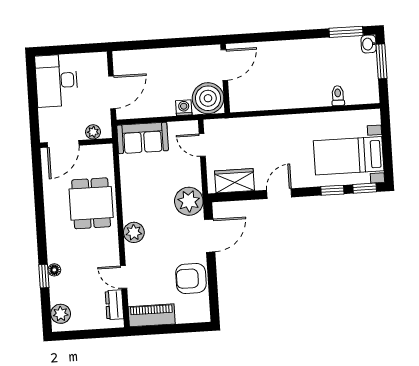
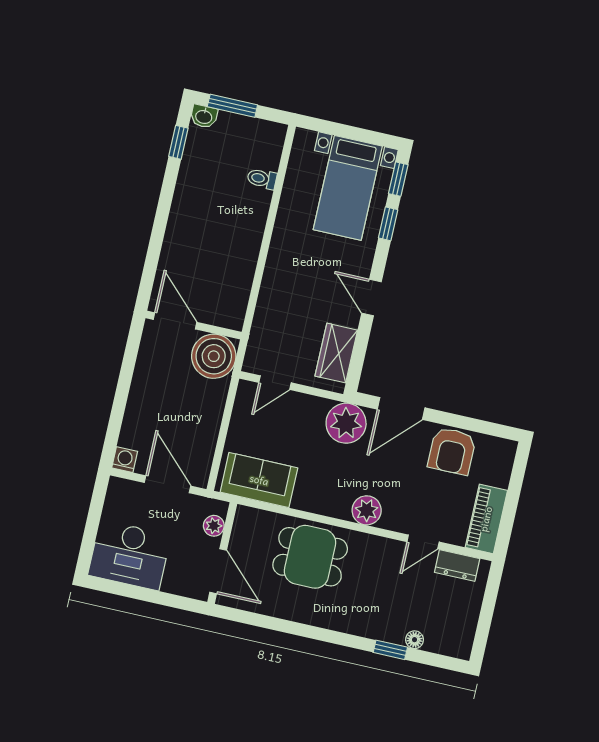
window: (346, 32) -> (178, 142), width x0.67
washing machine: (184, 108) -> (125, 460), moved, turned 90
sofa: (143, 138) -> (259, 480), moved, turned -90
door: (210, 236) -> (401, 409), swing flipped
floor lamp: (54, 270) -> (415, 640), moved
plant: (61, 314) -> (448, 642), removed

